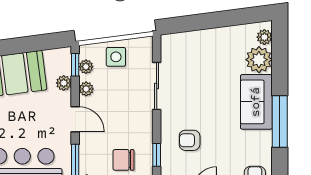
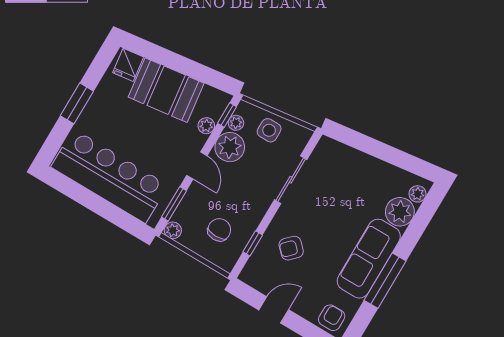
plant: (86, 89) -> (230, 147), width x1.88, depth x1.88
sofa: (256, 102) -> (369, 259), width x1.36
armchair: (190, 140) -> (291, 248), turned -45
chair: (123, 160) -> (219, 230), turned 90

